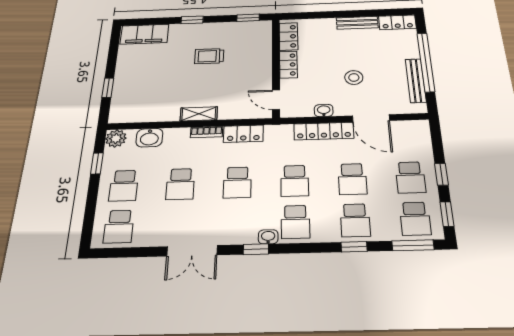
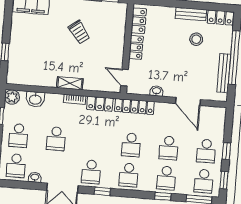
trolley: (209, 56) -> (79, 32), turned -127
stool: (354, 77) -> (196, 39), moved
locker: (324, 131) -> (134, 106), moved
school desk: (237, 182) -> (91, 172), moved
washbasin: (268, 237) -> (35, 177), moved

